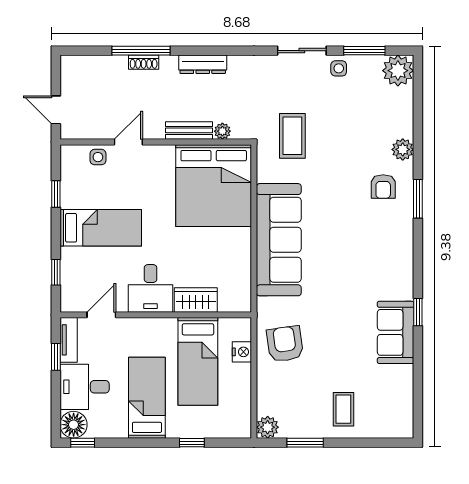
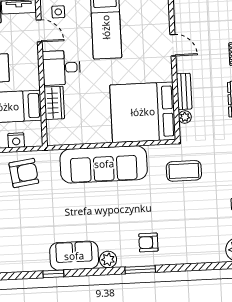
plant: (403, 149) -> (108, 259), moved
side table: (98, 157) -> (58, 12), moved
sofa: (396, 332) -> (74, 256), moved

